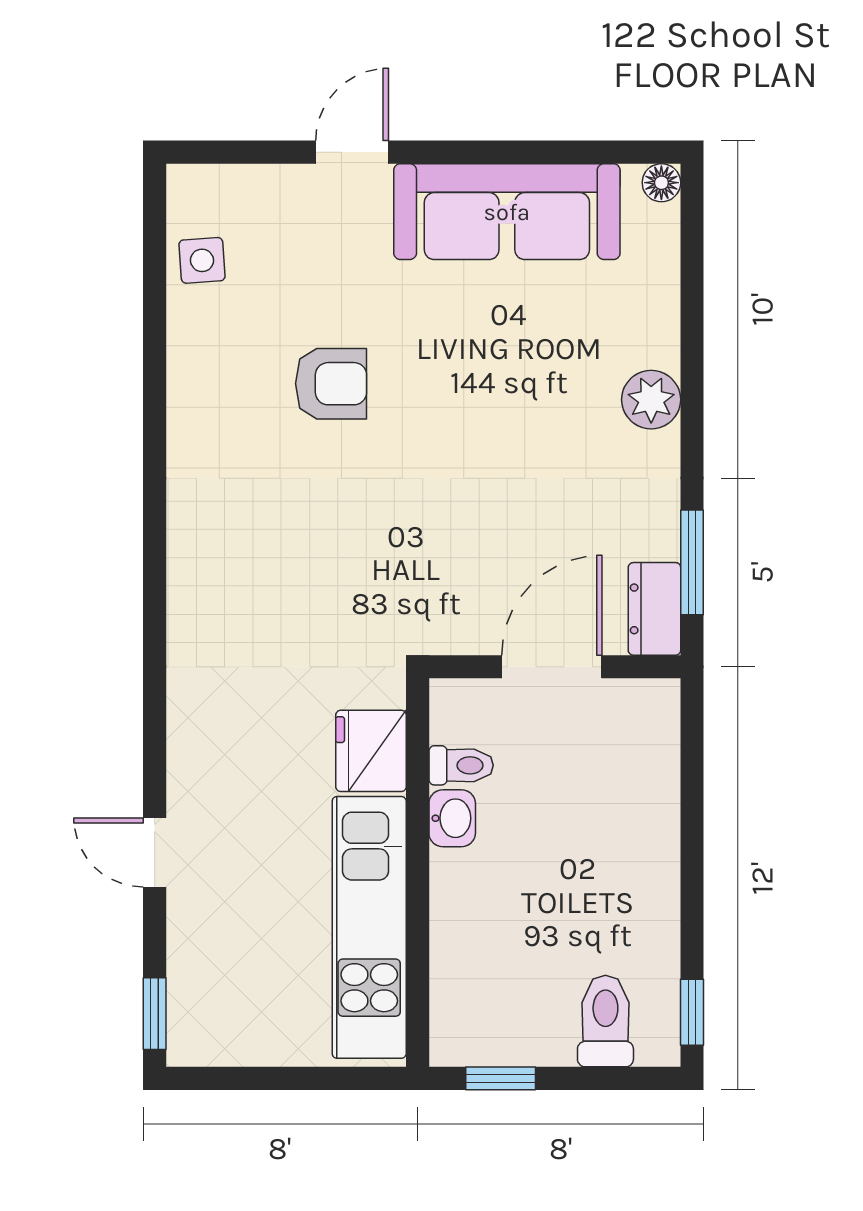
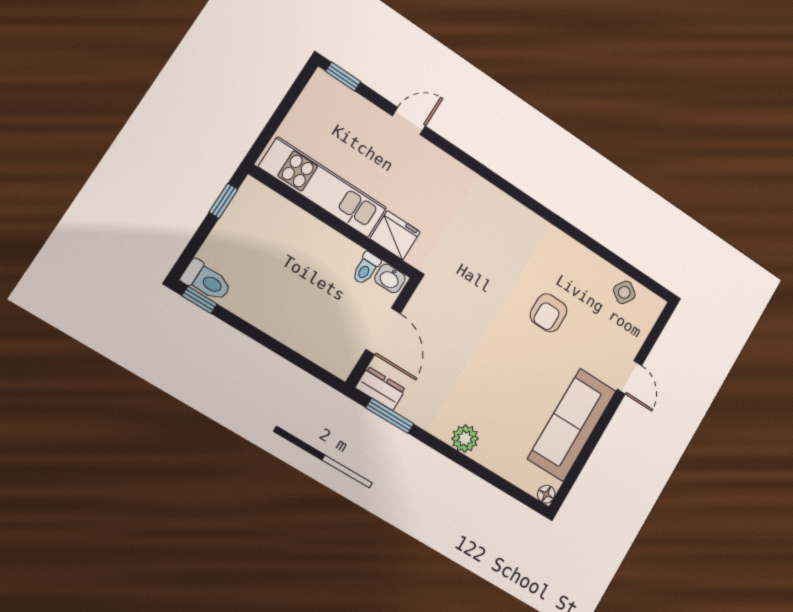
side table: (202, 260) -> (624, 292), turned 38
washbasin: (452, 818) -> (390, 278), moved
toilet: (605, 1021) -> (207, 281), moved

